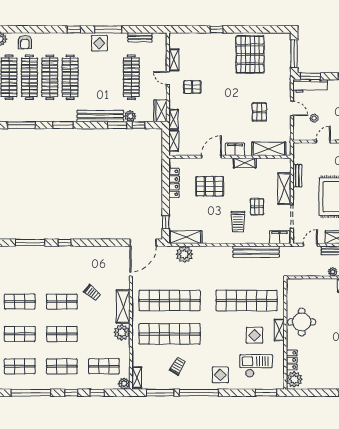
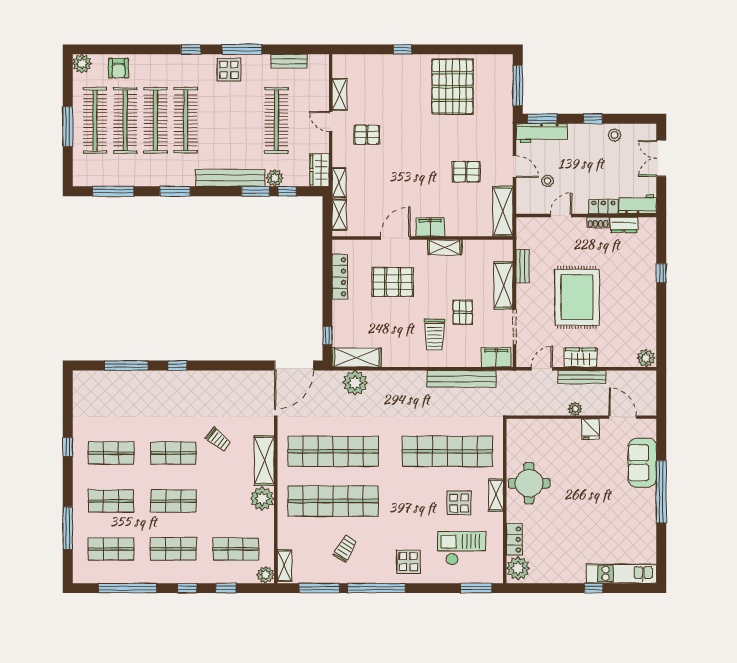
pallet: (259, 112) -> (466, 172), turned 90
shelving: (269, 149) -> (503, 211), moved, turned 90

